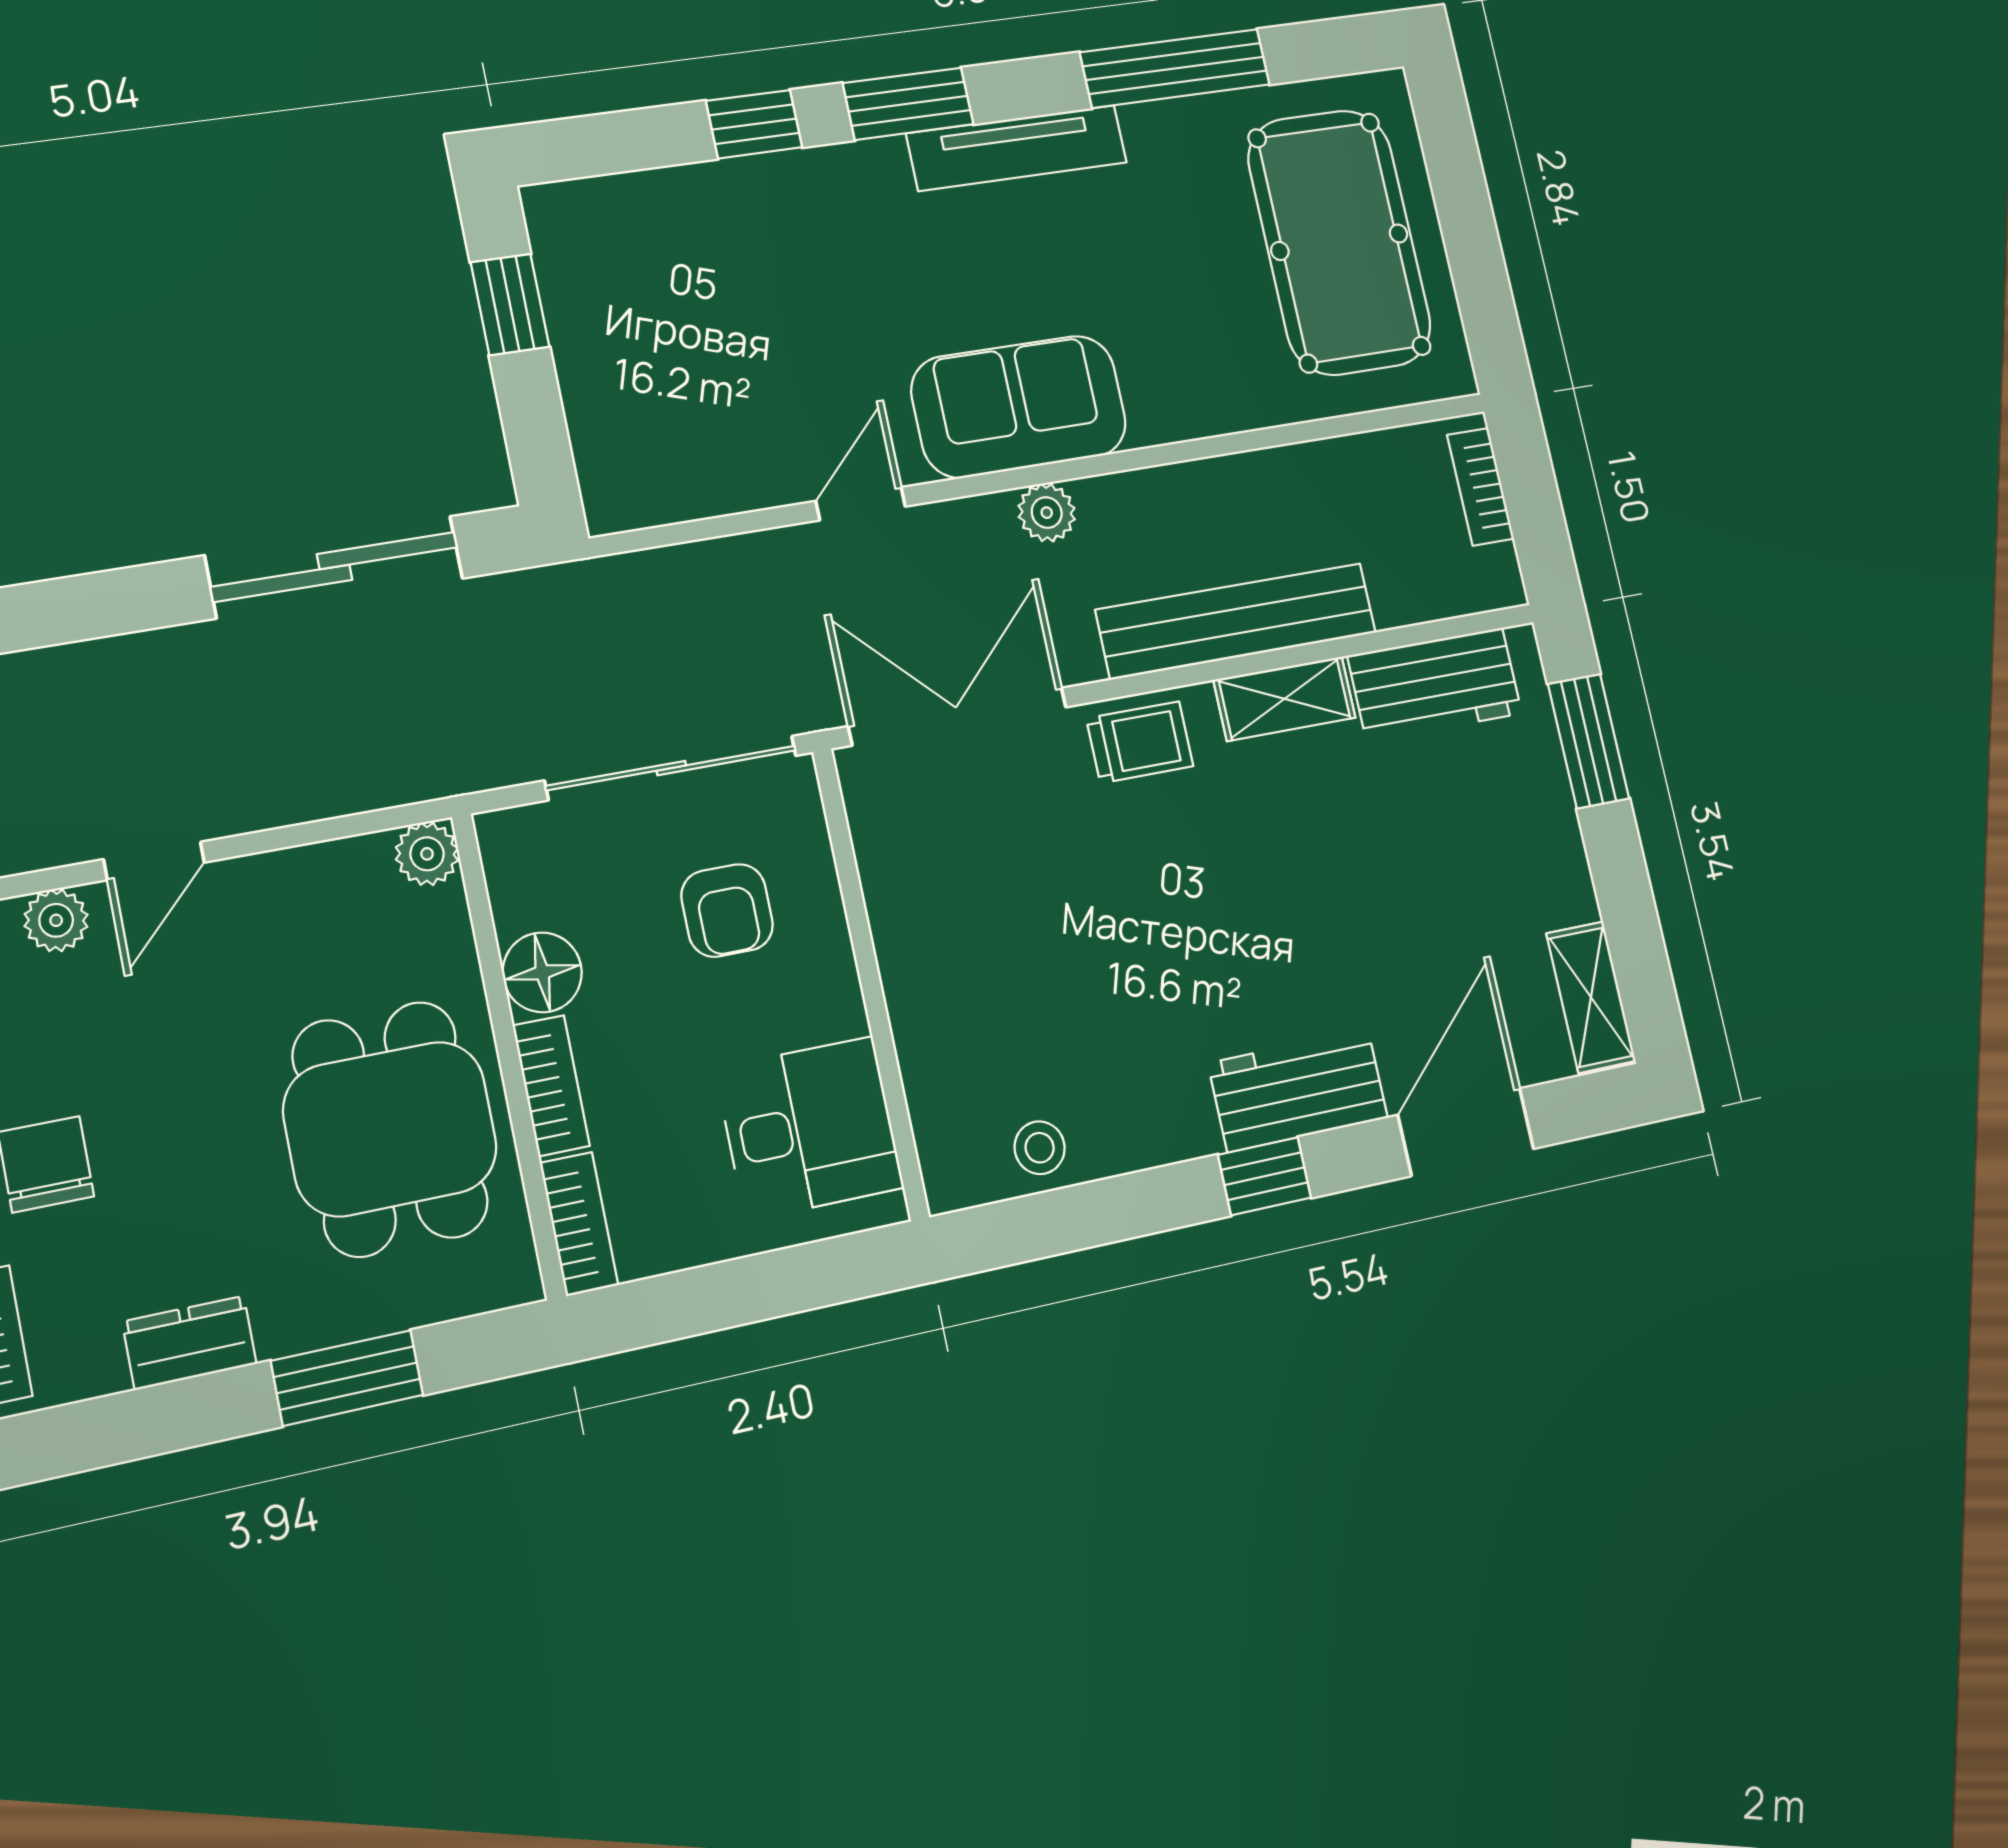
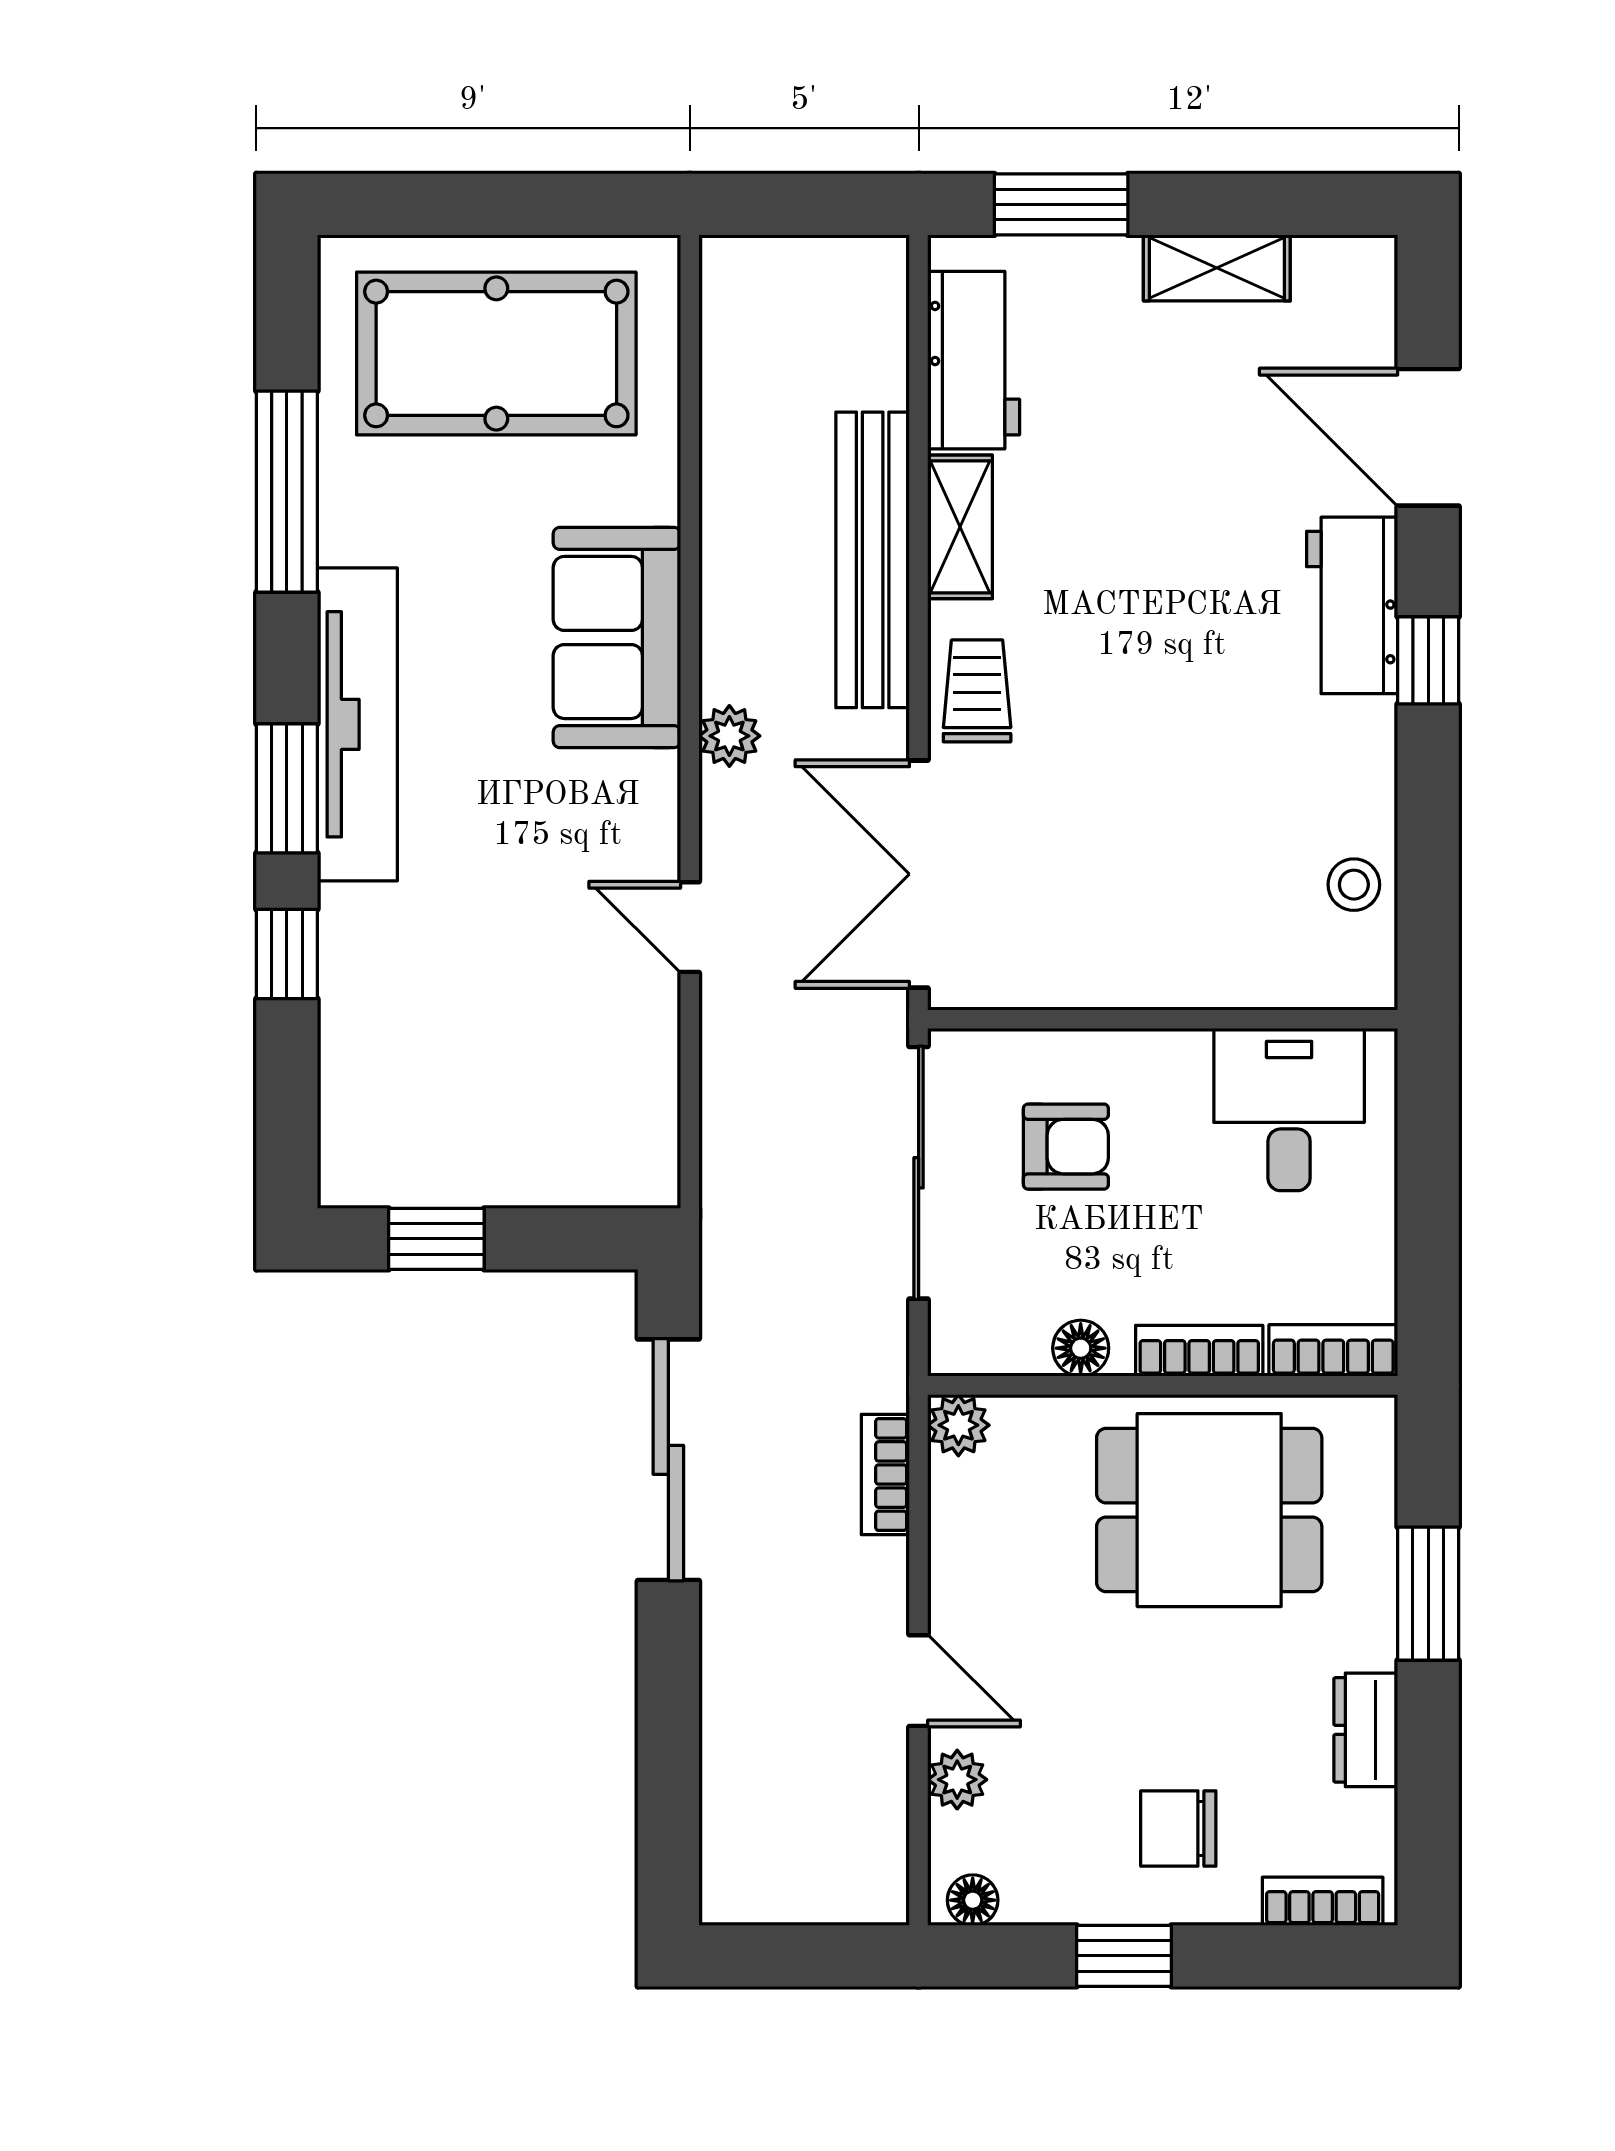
tv unit: (1017, 148) -> (357, 724), width x1.36, depth x1.29
sofa: (1019, 407) -> (617, 637), moved
bookcase: (1480, 487) -> (885, 1475), moved, turned 90
floor lamp: (542, 972) -> (1081, 1348), width x0.73, depth x0.73
shelving: (1591, 997) -> (1217, 268), moved

